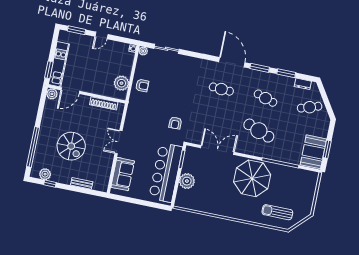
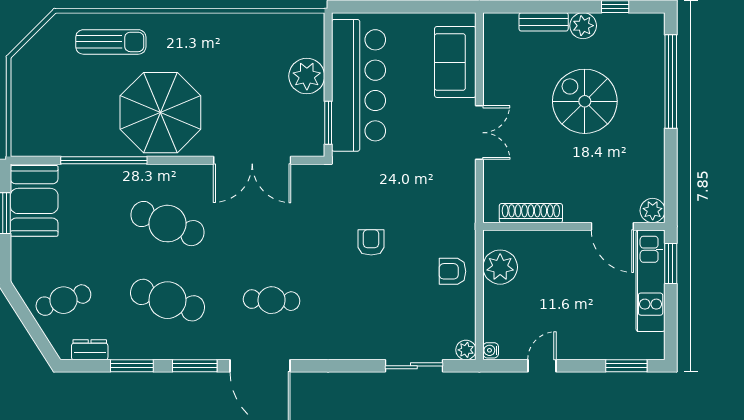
door: (101, 35) -> (542, 366), moved
door: (70, 91) -> (612, 226), swing flipped
cafe table: (265, 98) -> (168, 300), width x1.37, depth x1.35
armchair: (175, 123) -> (371, 242), moved
plant: (45, 174) -> (583, 26), moved
sun lounger: (277, 212) -> (111, 42), moved

